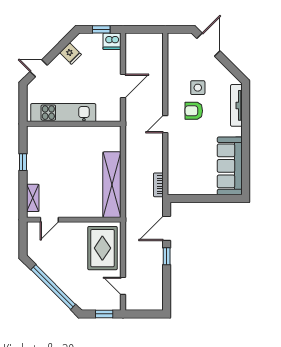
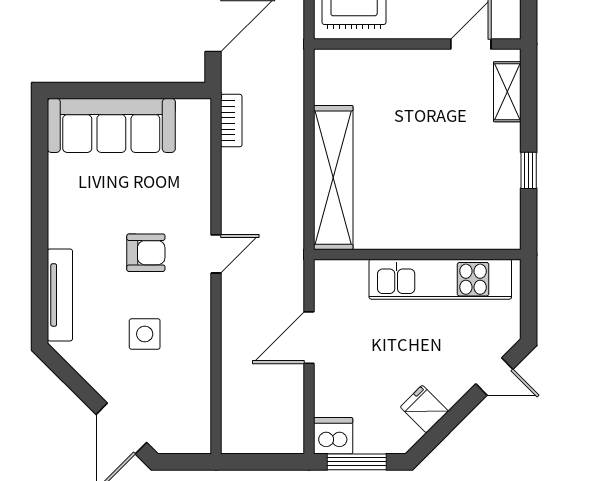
window: (101, 29) -> (357, 462), width x1.50
armchair: (194, 111) -> (146, 253), moved
sofa: (230, 166) -> (111, 125), moved, turned 90
shelving: (112, 185) -> (333, 178), moved

